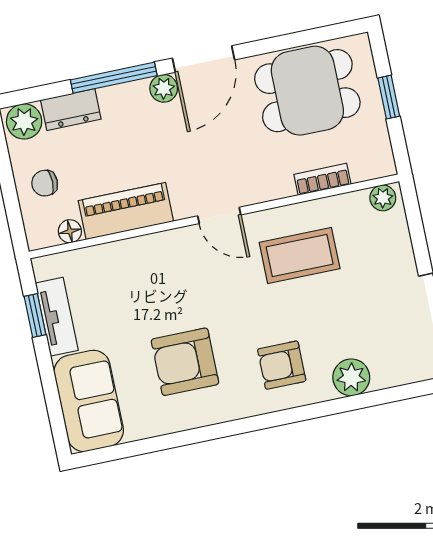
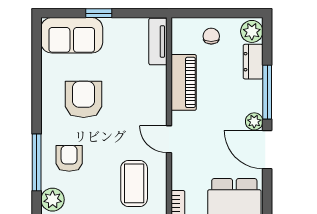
door: (219, 215) -> (169, 139), hinge flipped
floor lamp: (70, 231) -> (178, 45), removed
window: (35, 315) -> (99, 13), moved
tv unit: (57, 317) -> (158, 42), moved, turned 90
window: (298, 414) -> (37, 162), added

